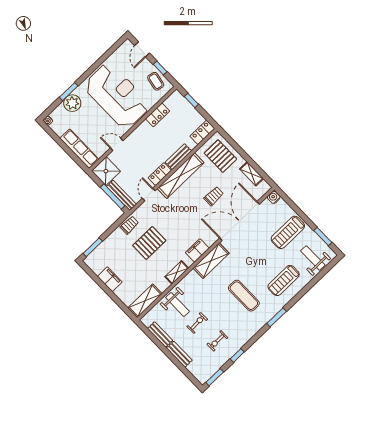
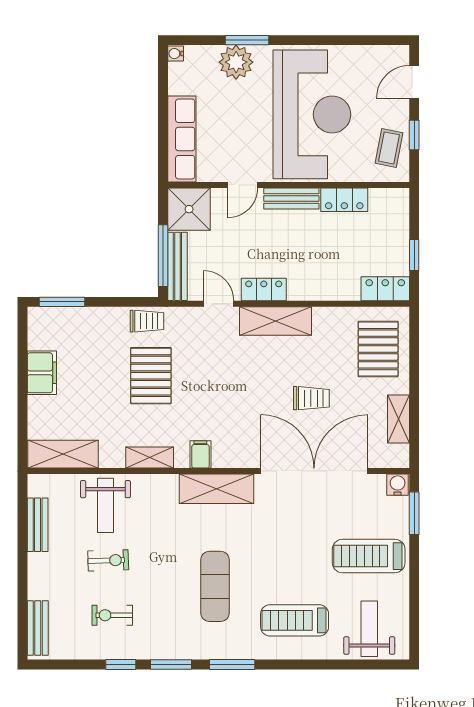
window: (191, 100) -> (414, 255), moved
door: (117, 144) -> (243, 185), swing flipped
bench: (178, 157) -> (291, 199), moved
shelving: (181, 176) -> (275, 321), width x0.68
door: (149, 194) -> (219, 304), hinge flipped
window: (323, 237) -> (414, 513), moved
pallet: (149, 243) -> (151, 376), turned 90
filing cabinet: (197, 250) -> (200, 454), width x0.50
bench: (179, 354) -> (38, 628), moved
window: (215, 377) -> (171, 665), moved

